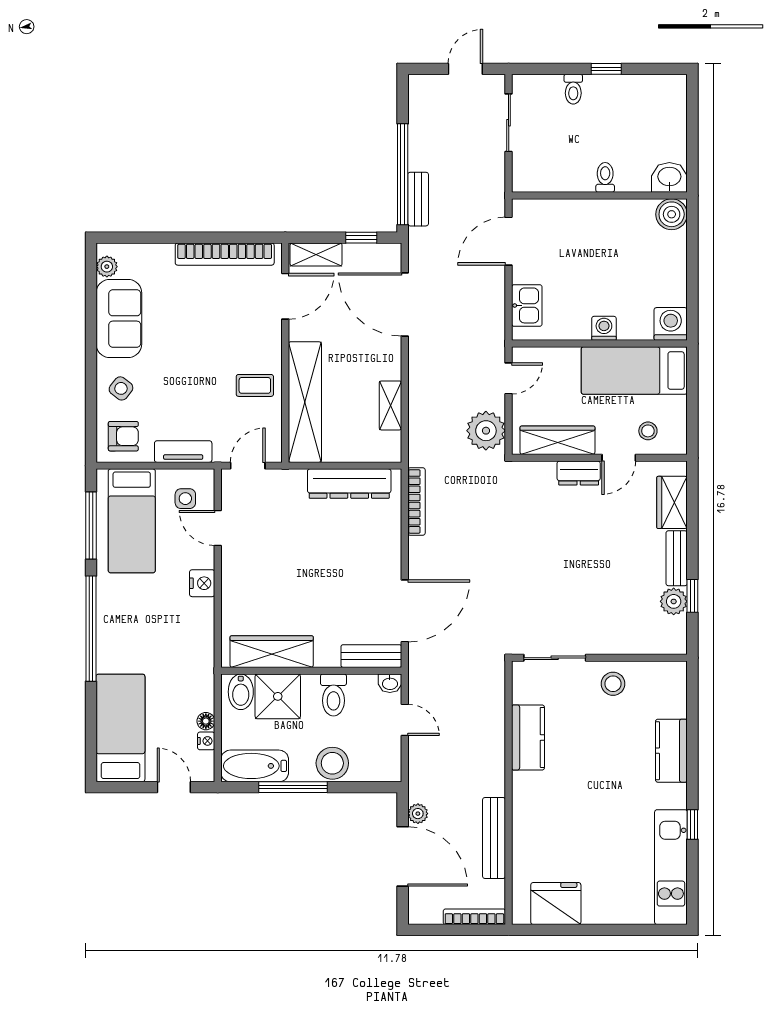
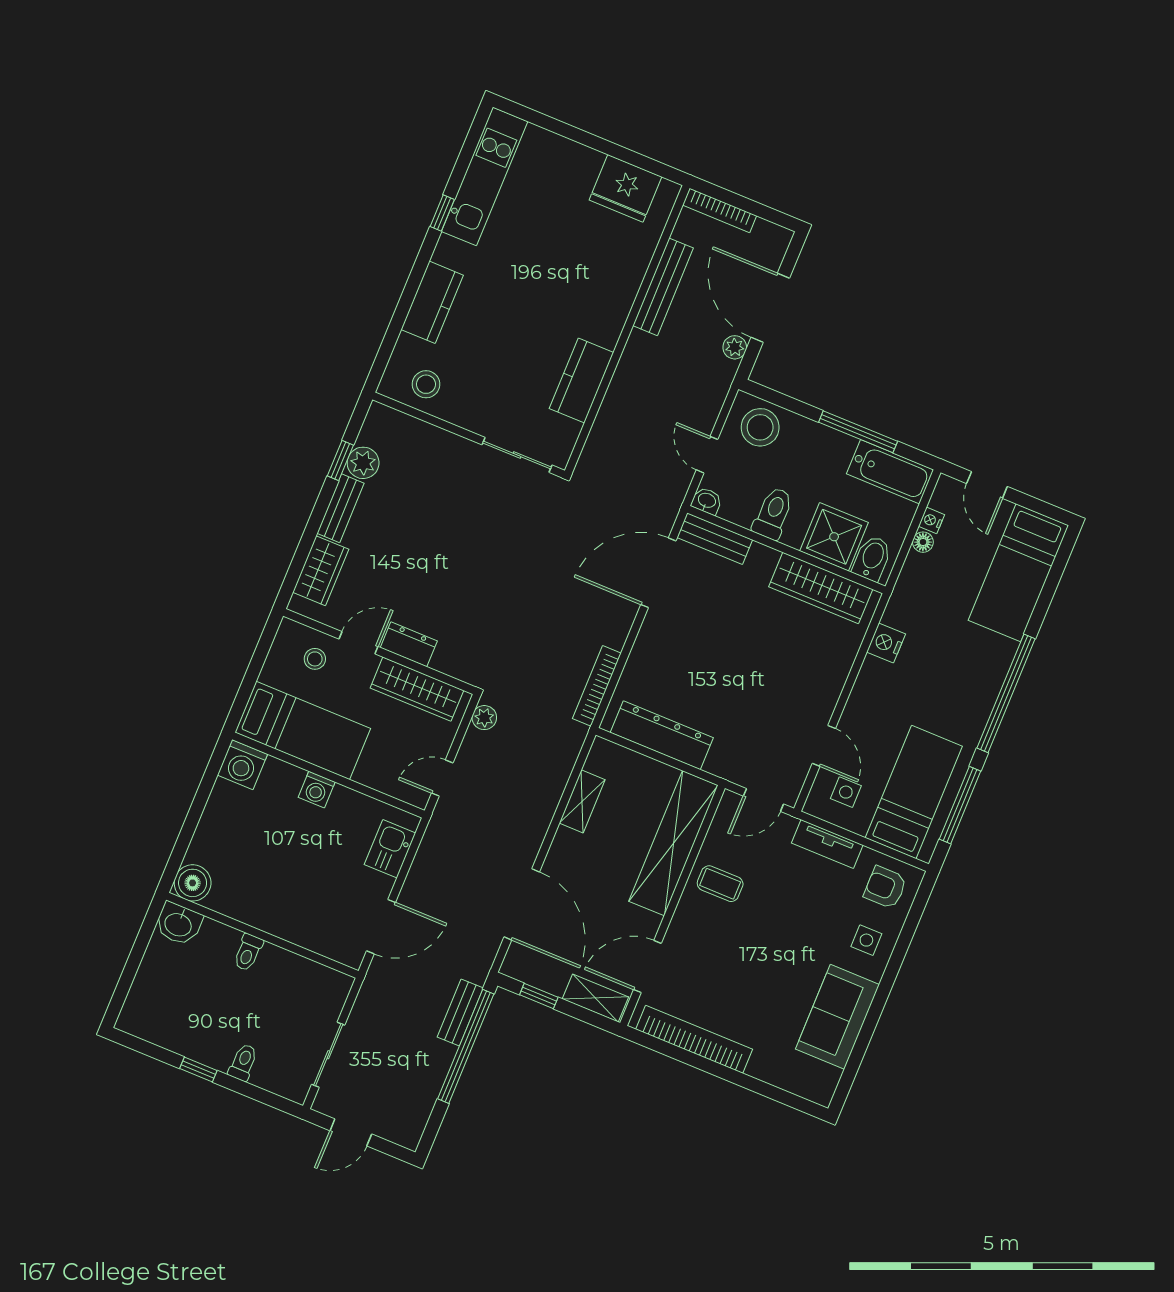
plant: (107, 267) -> (827, 1078), removed
side table: (121, 388) -> (866, 940), turned -38
plant: (486, 431) -> (484, 718), width x0.53, depth x0.53
nightstand: (202, 583) -> (886, 643), moved
stool: (613, 684) -> (426, 384), moved
stool: (332, 763) -> (760, 427), moved

